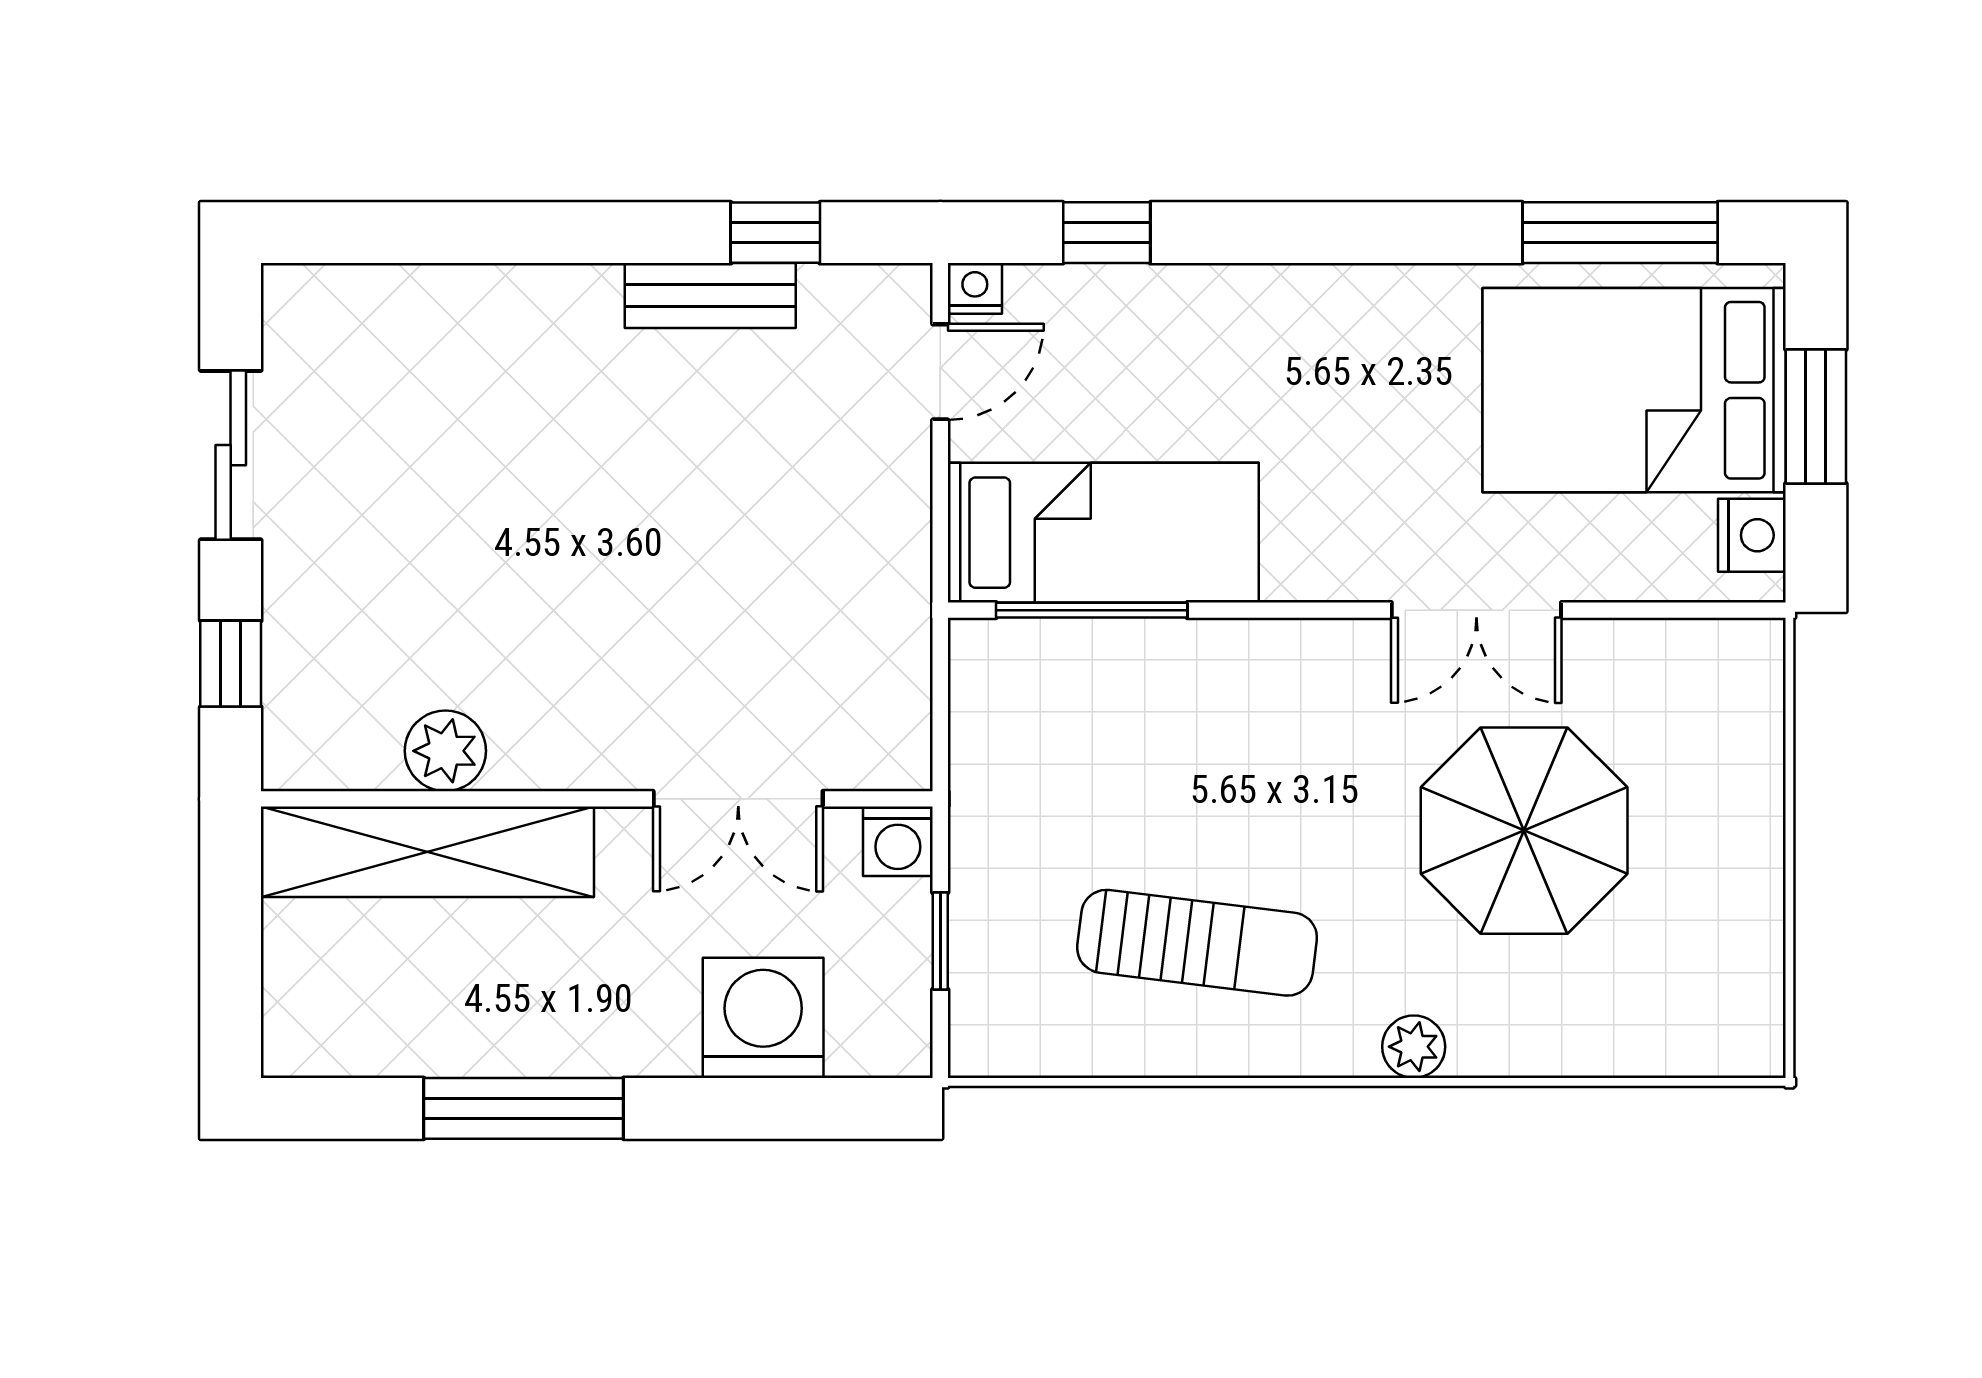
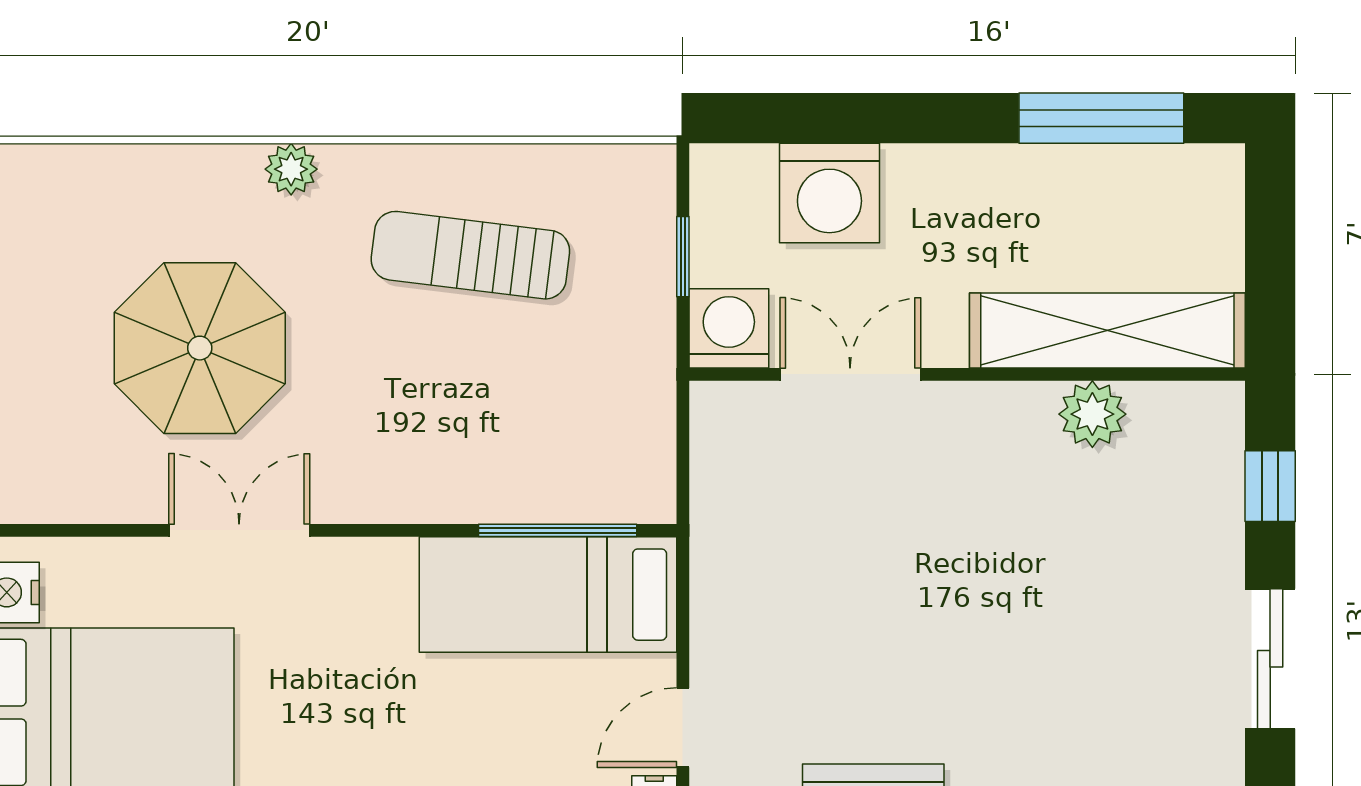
washing machine: (898, 841) -> (729, 328), width x1.38, depth x1.38
window: (524, 1108) -> (1101, 118), moved

